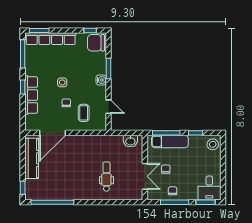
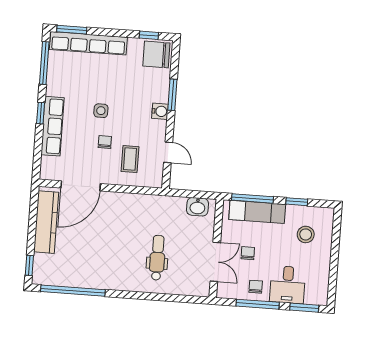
stool: (213, 144) -> (306, 234), moved
desk: (209, 188) -> (288, 285), moved

